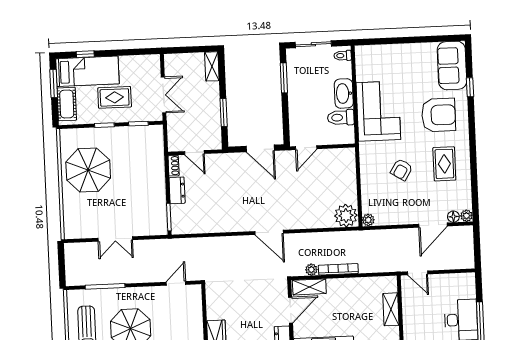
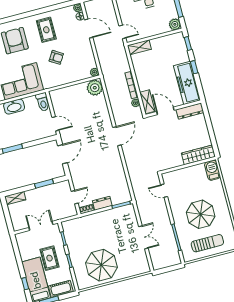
toilet: (341, 118) -> (43, 102), moved
rug: (444, 164) -> (46, 30), turned 90
door: (418, 273) -> (122, 32), hinge flipped
shelving: (391, 309) -> (139, 47), moved

